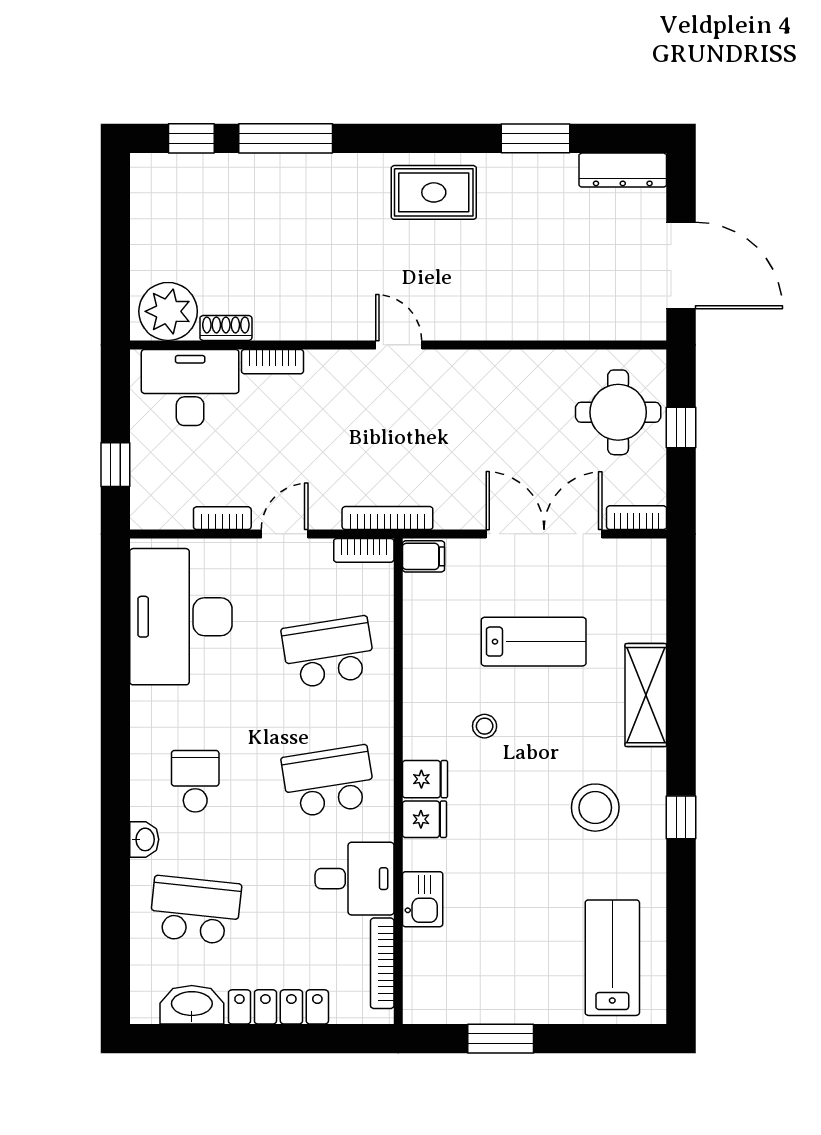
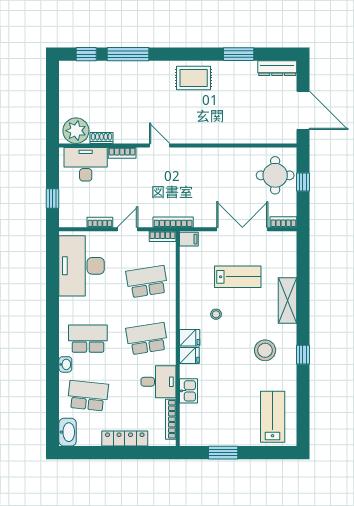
door: (399, 345) -> (160, 145), moved
school desk: (195, 781) -> (88, 339), width x1.85
washbasin: (192, 1005) -> (68, 432), moved, turned 90

